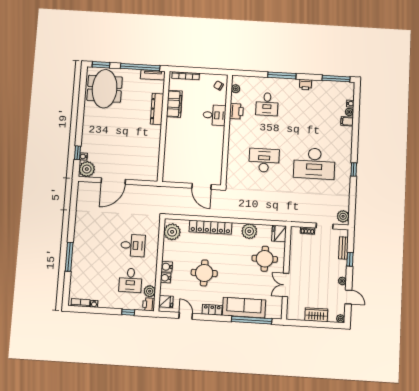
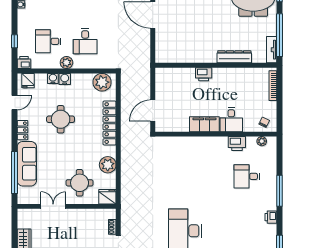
filing cabinet: (174, 104) -> (204, 124), moved, turned 180
printer: (171, 138) -> (204, 74), added
desk: (264, 160) -> (185, 176), removed
plant: (150, 291) -> (66, 63), moved

